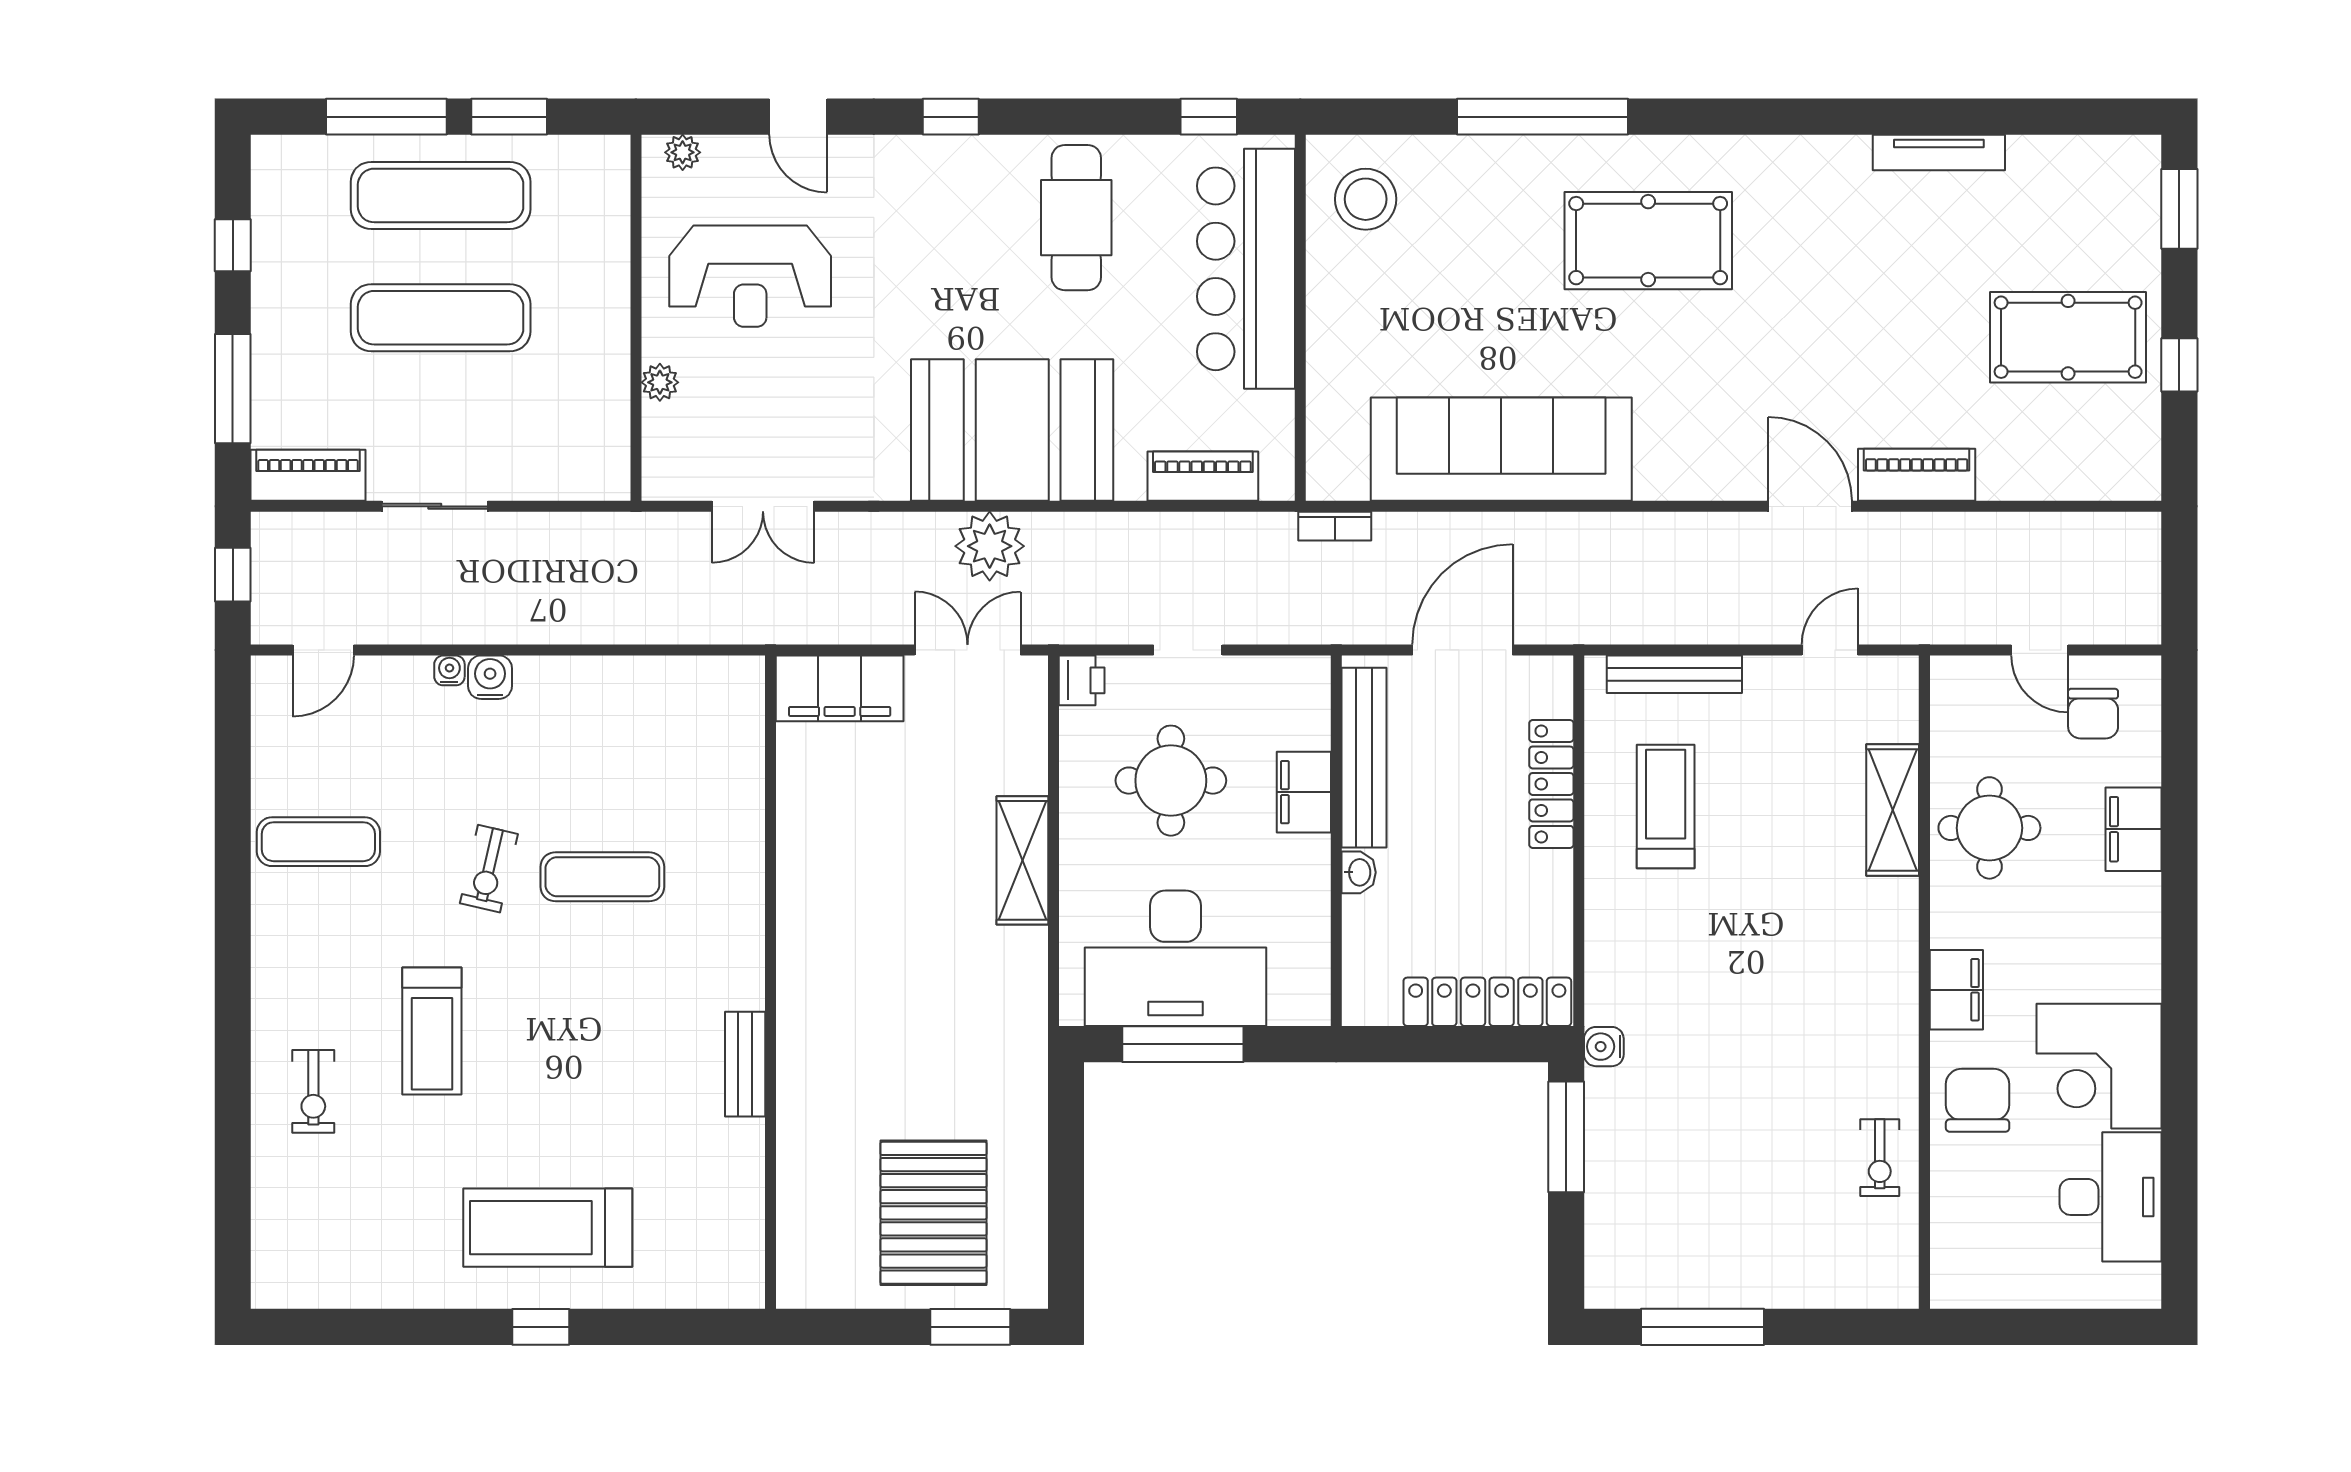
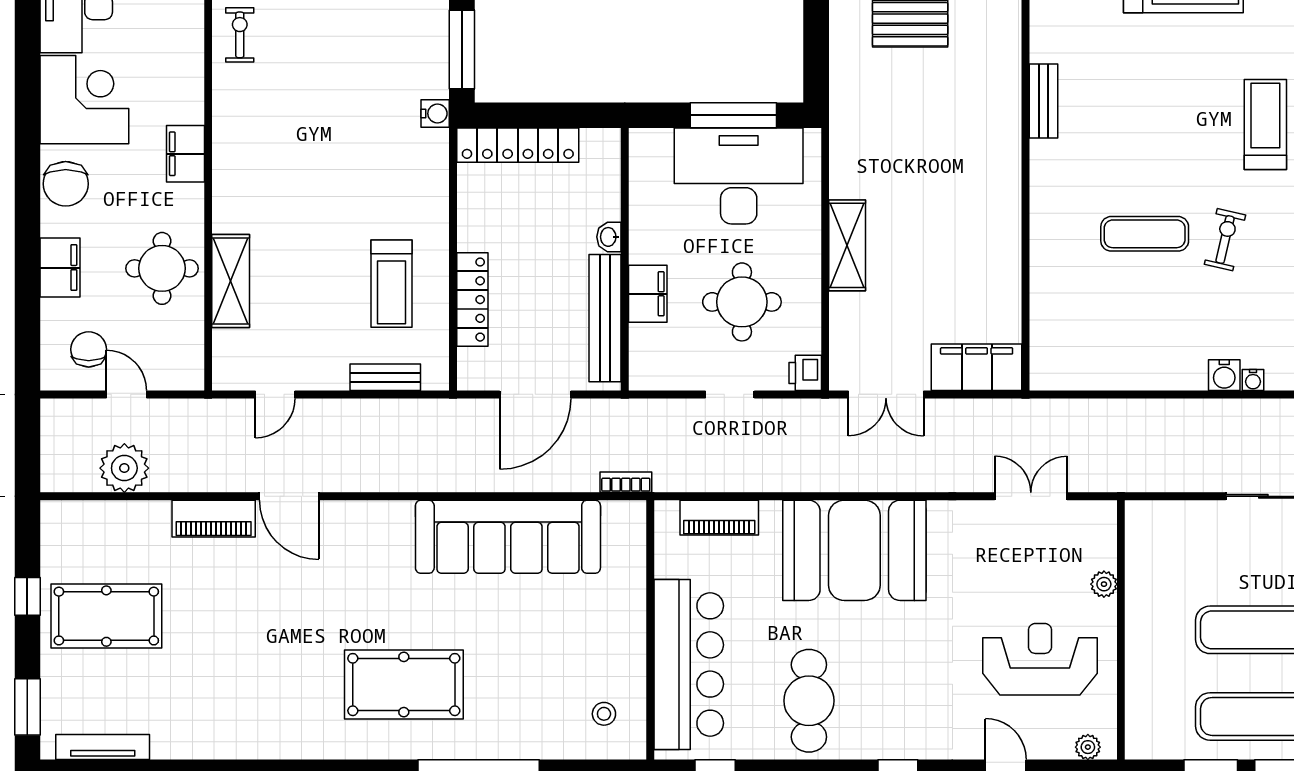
tv unit: (1939, 152) -> (103, 747), moved
stool: (1366, 199) -> (604, 714), width x0.53, depth x0.53
plant: (990, 546) -> (124, 468), moved
bench: (1674, 674) -> (385, 377), width x0.73
chair: (1978, 1100) -> (66, 184), moved

